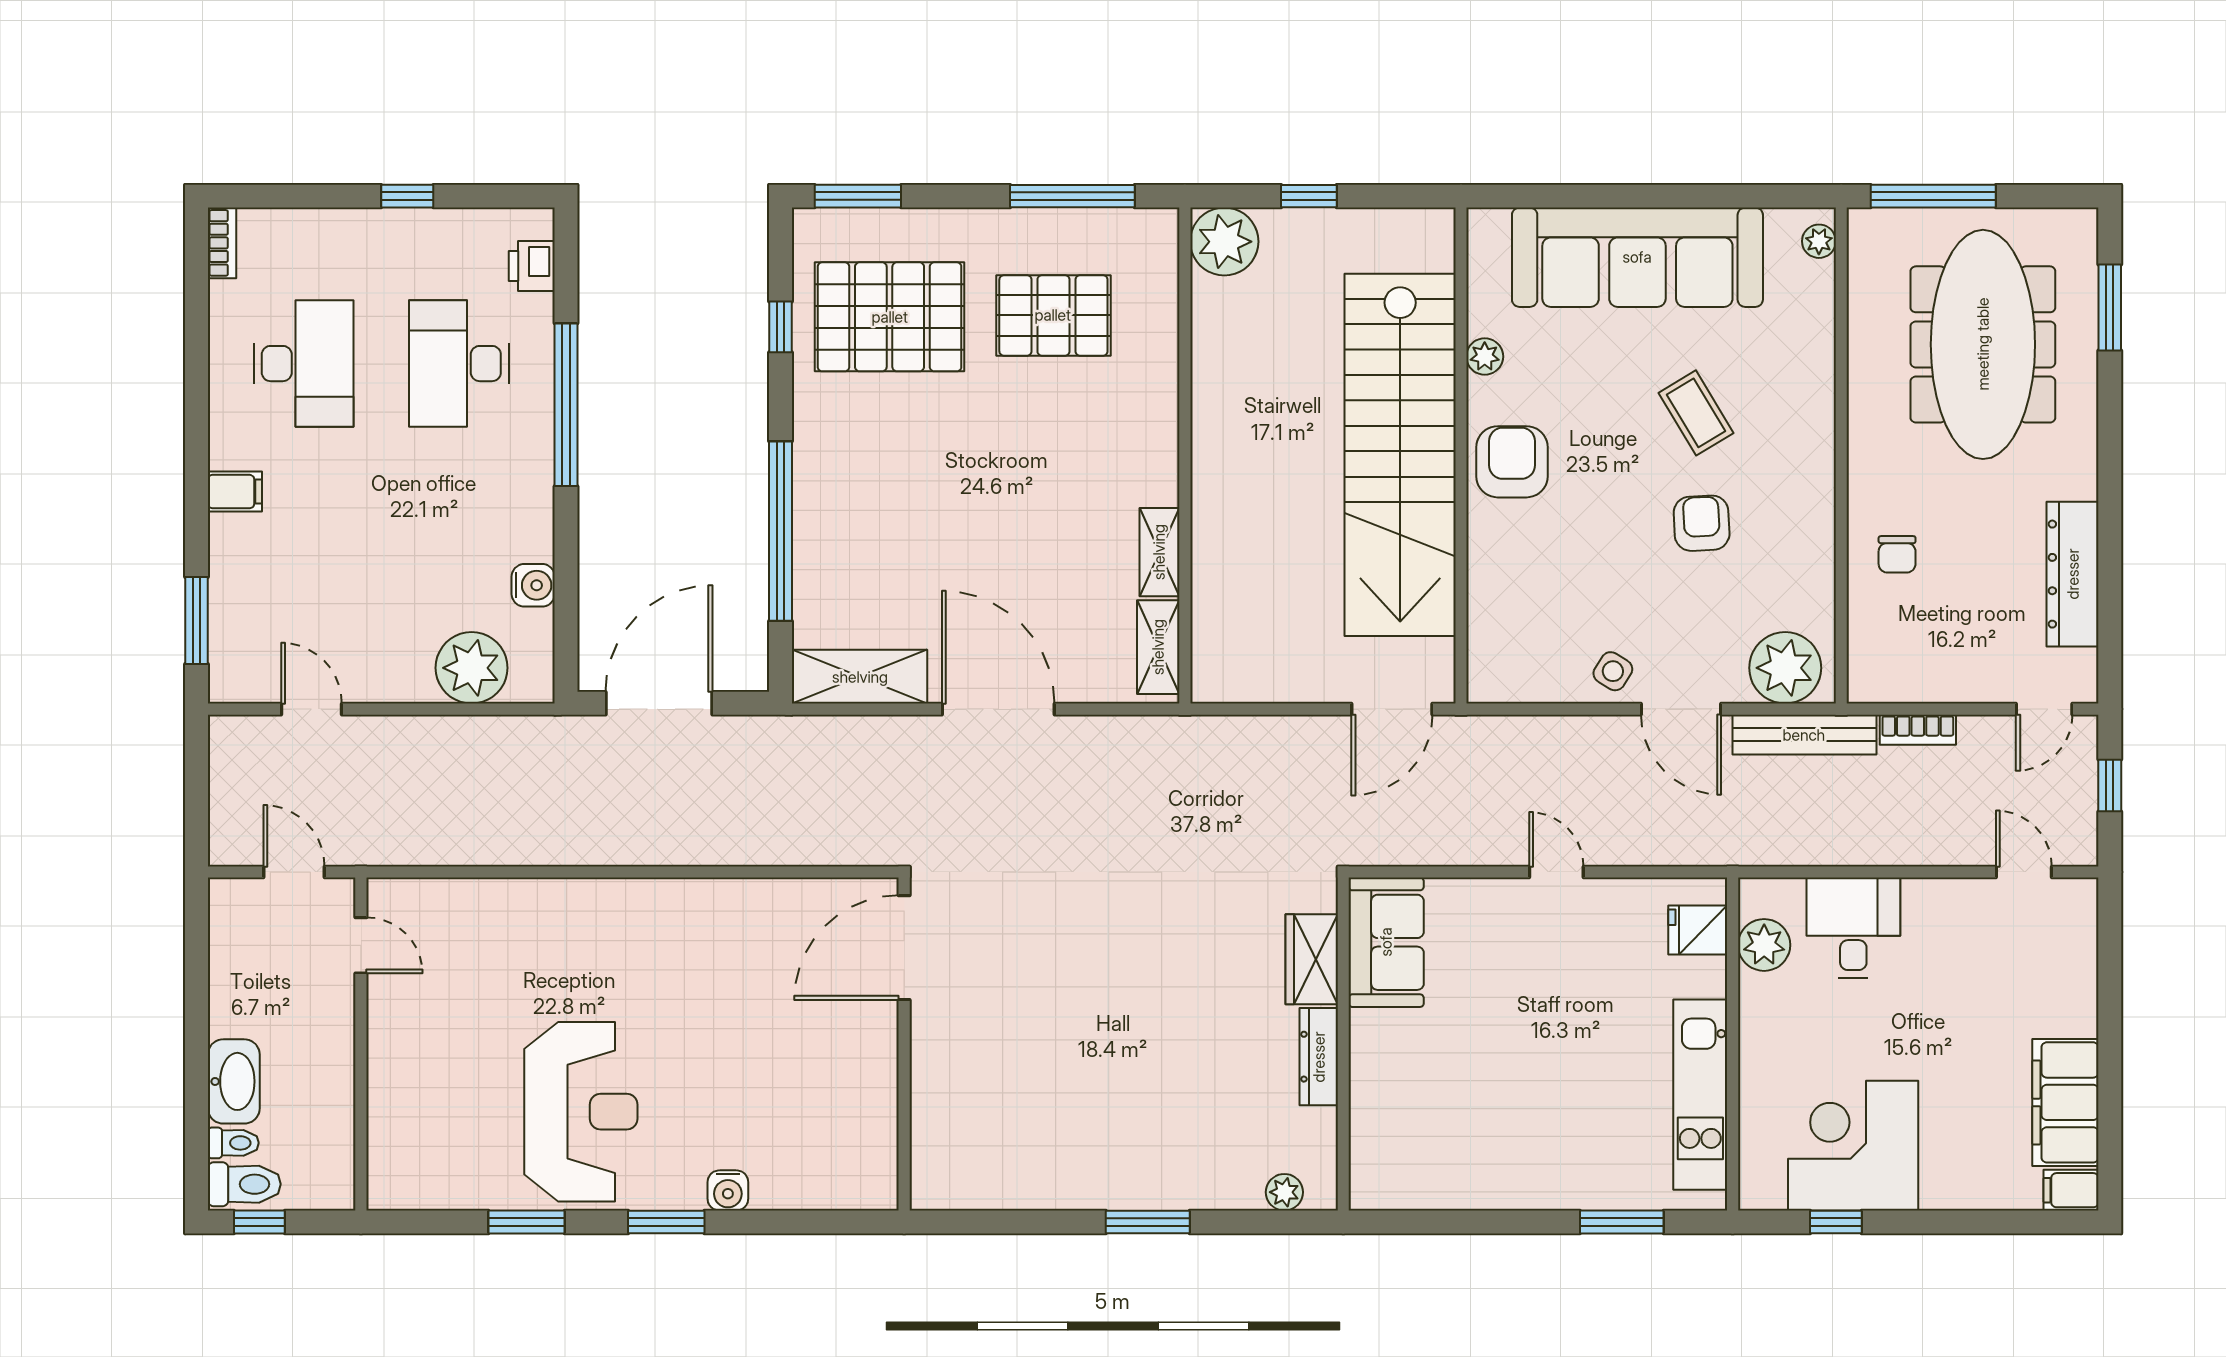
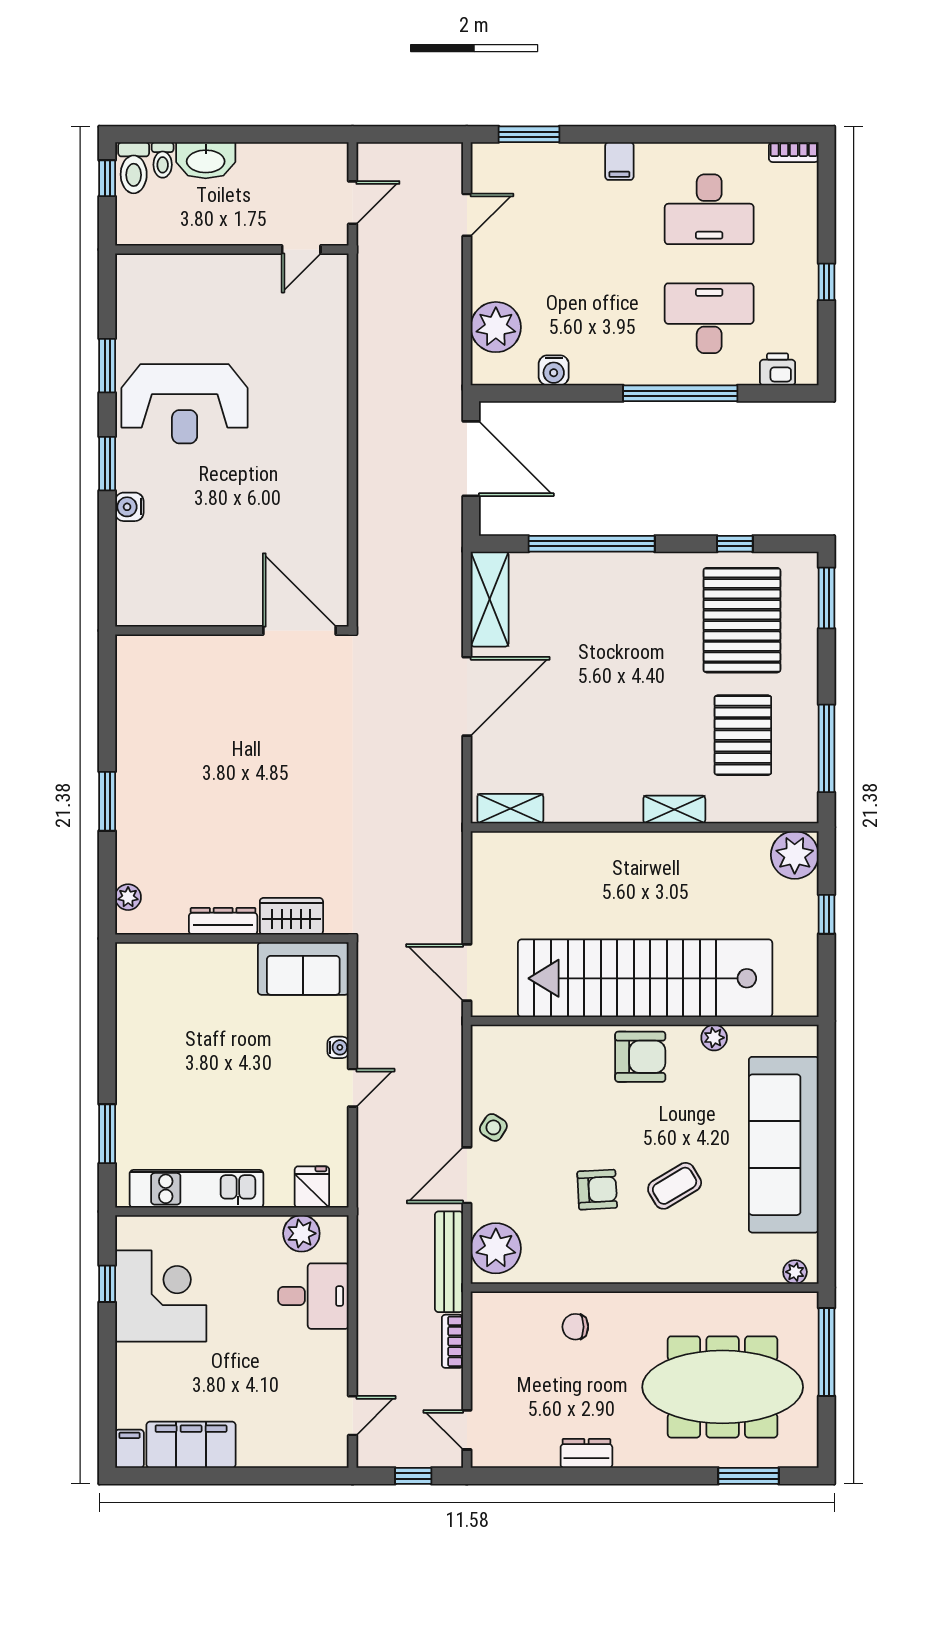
shelving: (1159, 552) -> (674, 810), moved
dresser: (2073, 574) -> (586, 1453), width x0.51, depth x0.80
water cooler: (1499, 893) -> (338, 1047), added

